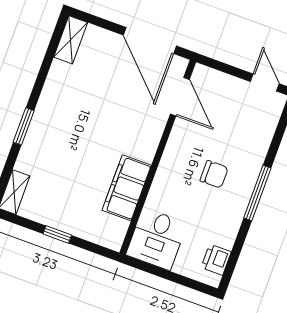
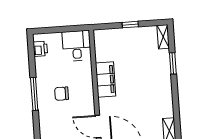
window: (24, 126) -> (173, 63), moved
filing cabinet: (127, 188) -> (106, 79), moved

